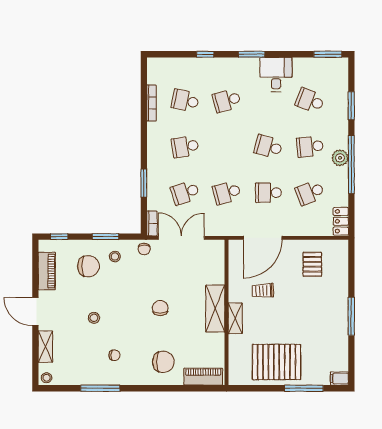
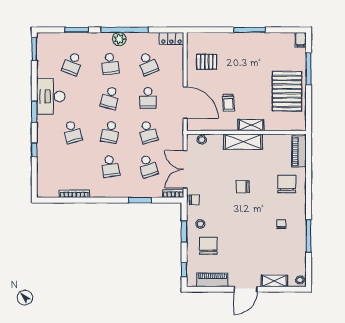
desk: (276, 74) -> (51, 97), width x1.37
school desk: (185, 101) -> (110, 132), moved
stool: (94, 318) -> (202, 140), moved

